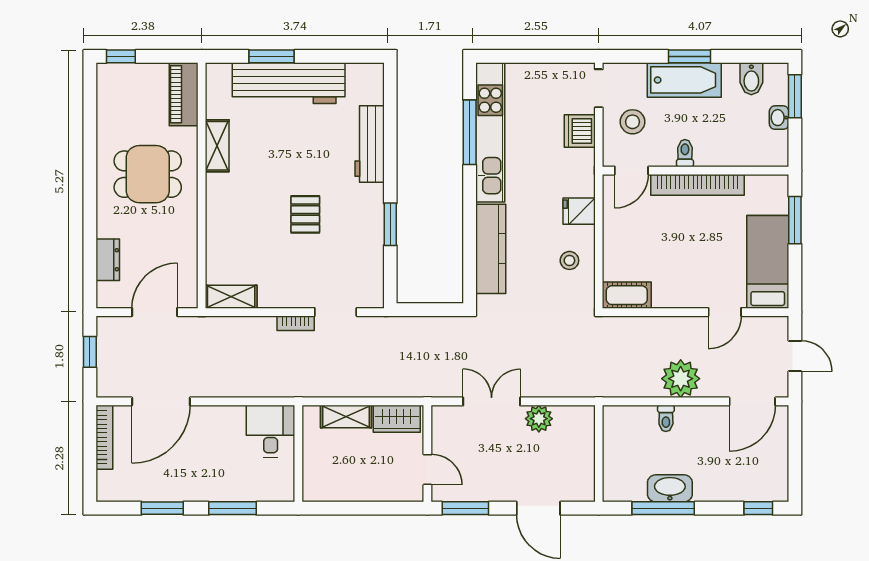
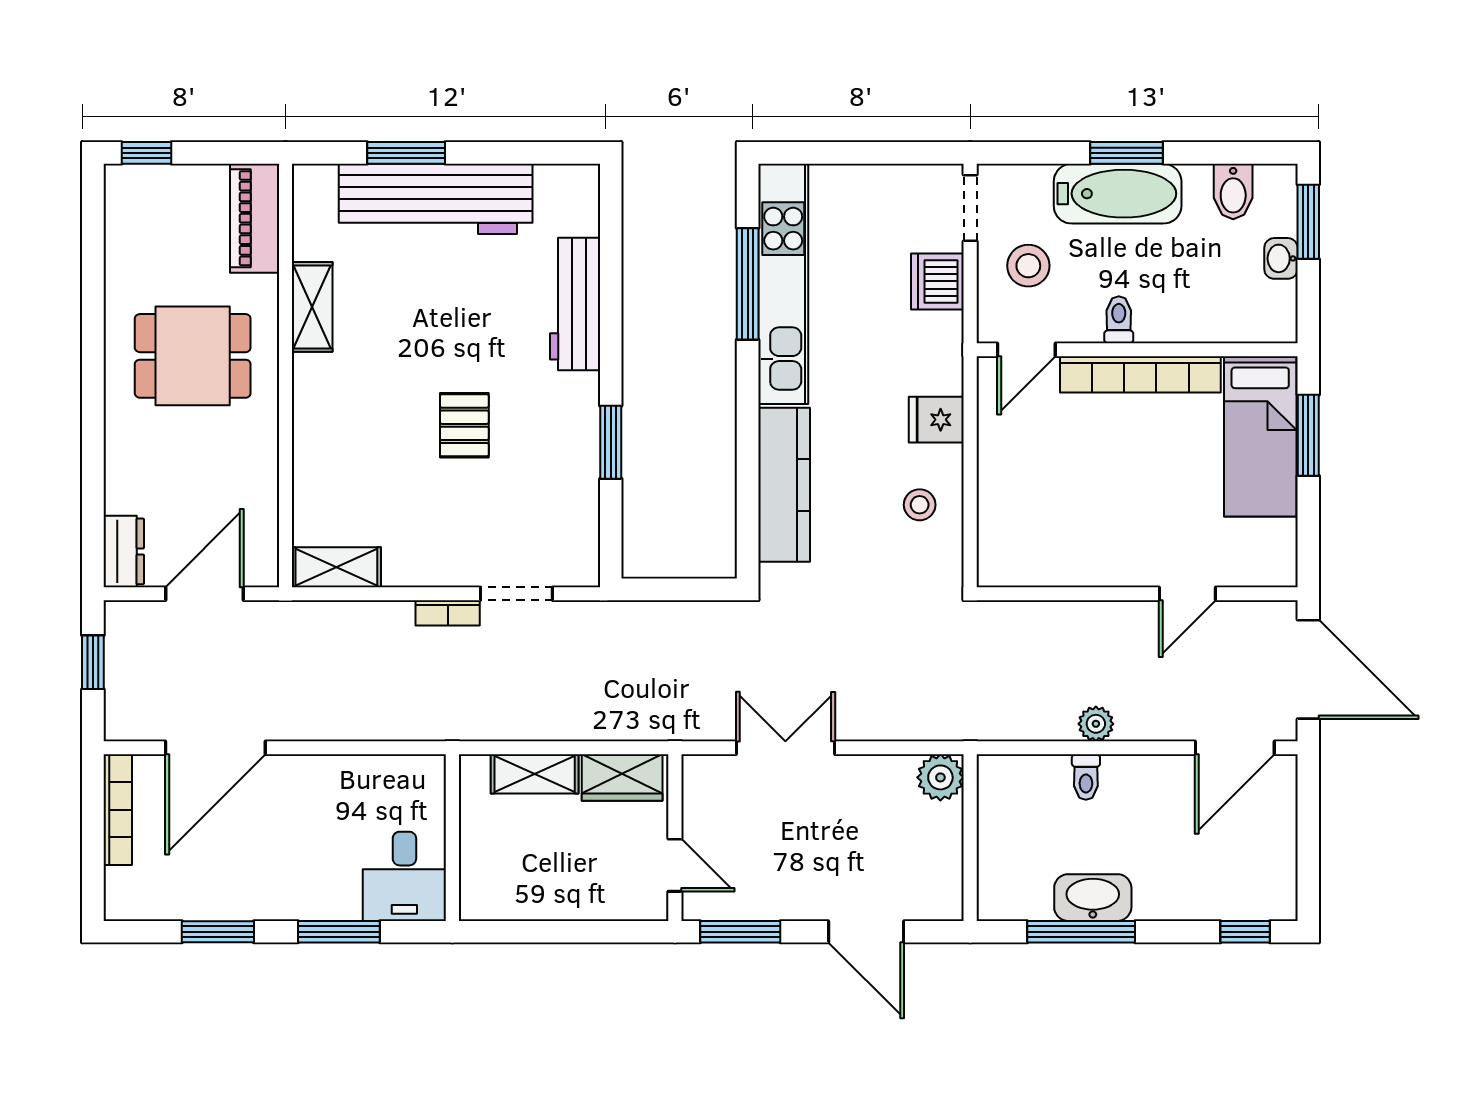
dresser: (108, 260) -> (124, 551), moved
bed: (768, 262) -> (1260, 436), moved, turned 180
cot: (627, 295) -> (1018, 565), removed
door: (795, 356) -> (1308, 669), width x1.88
plant: (681, 379) -> (1096, 724), width x0.53, depth x0.53
plant: (539, 419) -> (940, 777), moved
desk: (271, 431) -> (404, 876), moved, turned 180

